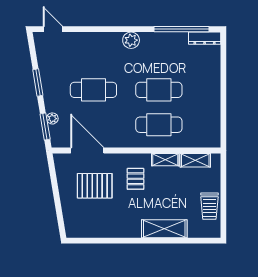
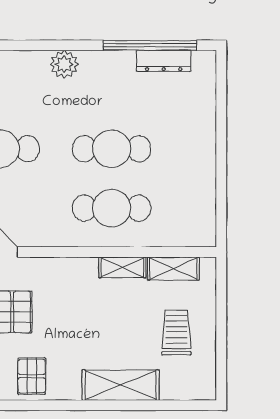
dresser: (205, 38) -> (164, 61), moved
pallet: (135, 179) -> (32, 376), moved
trolley: (209, 206) -> (176, 332), moved, turned 180

